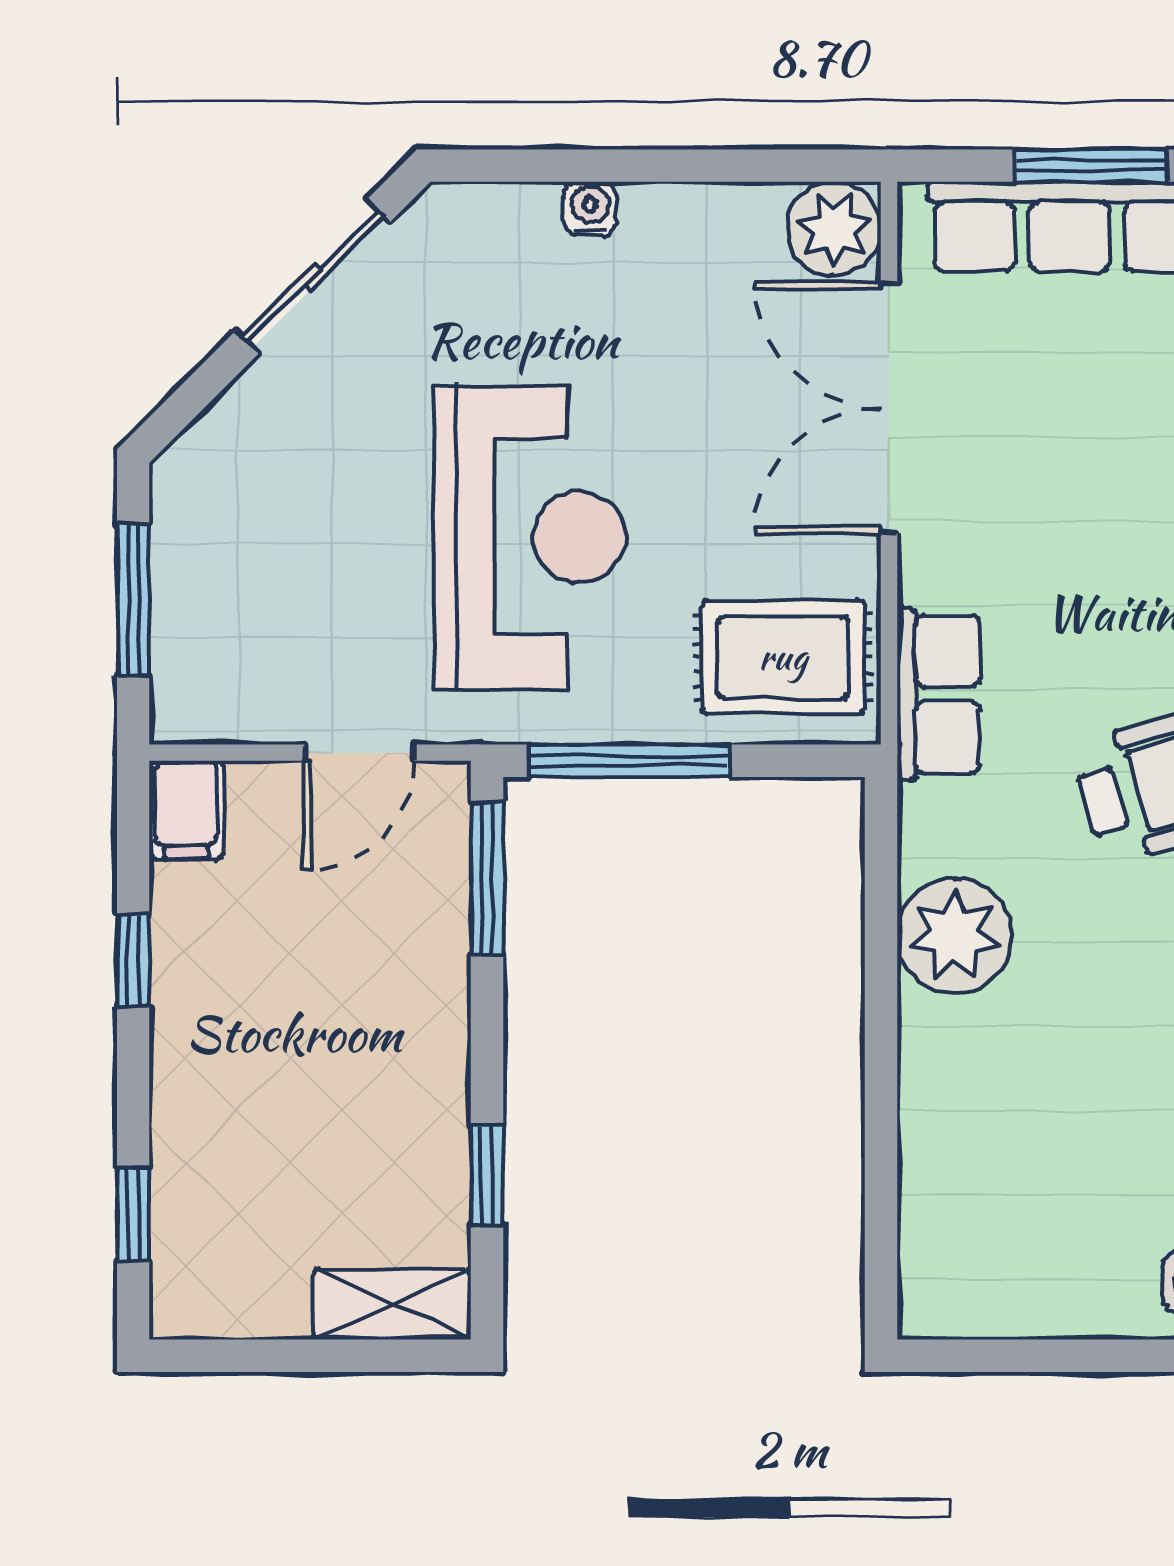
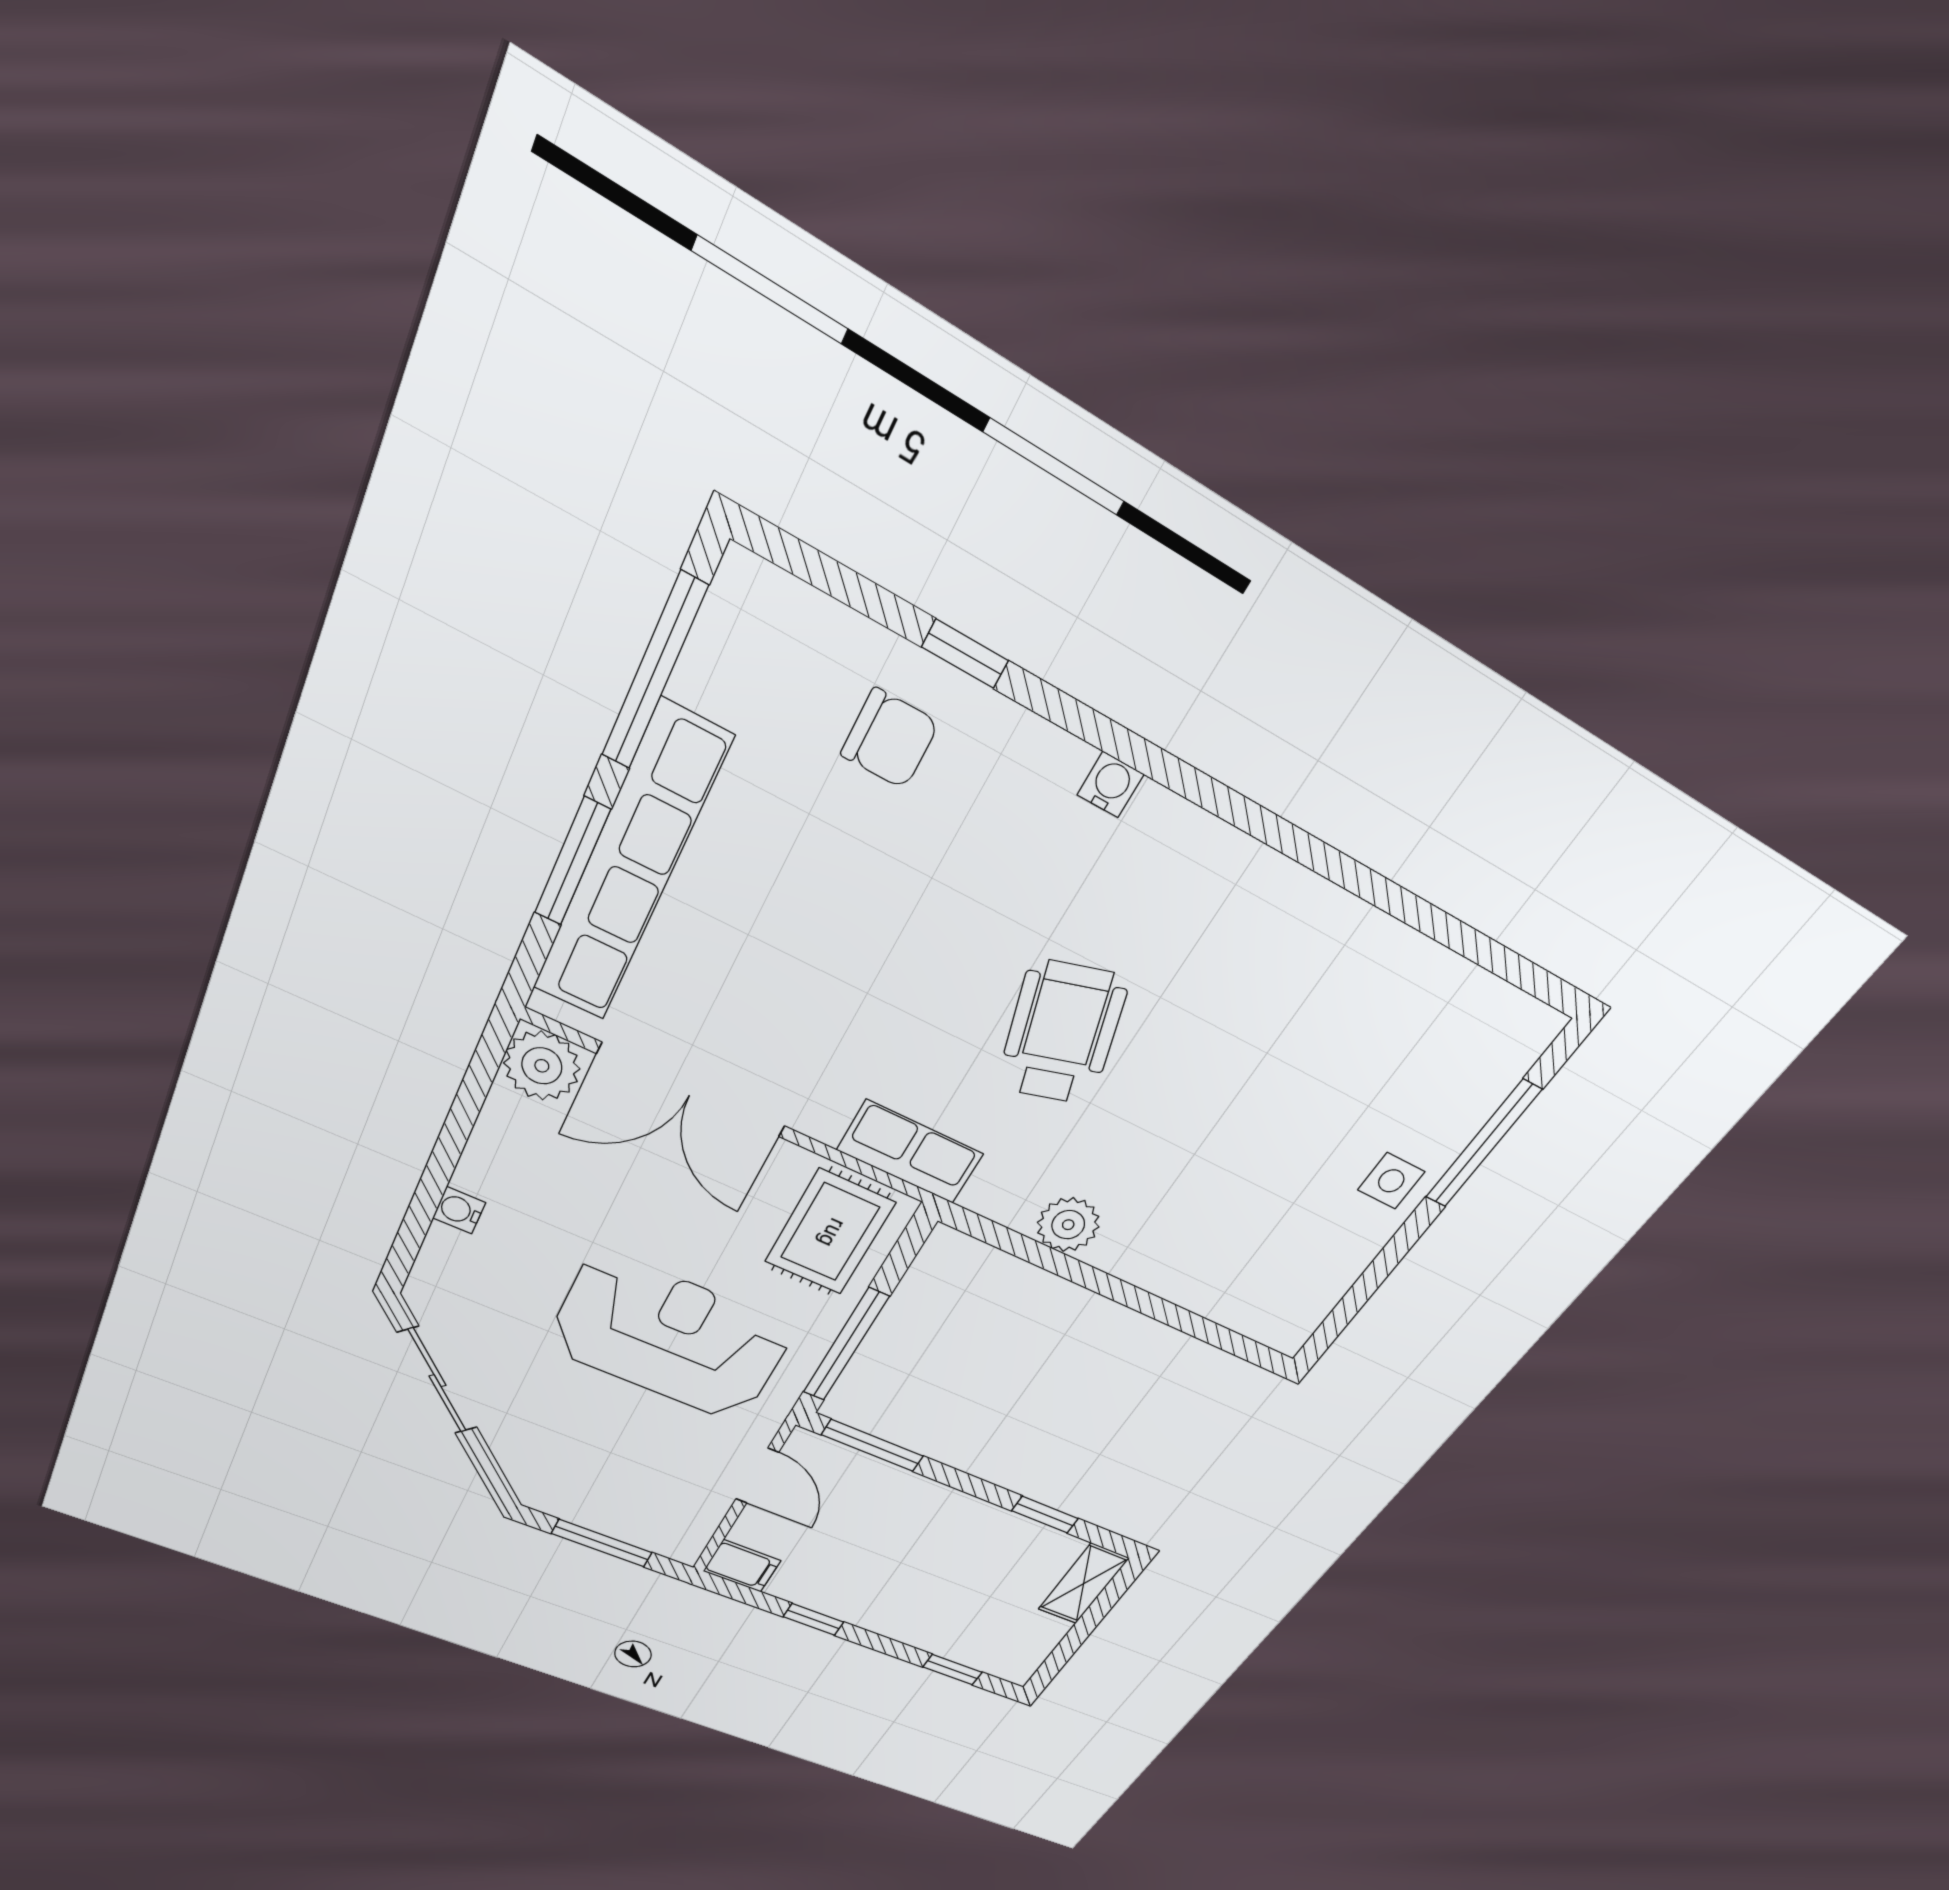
plant: (955, 936) -> (1068, 1225), width x0.73, depth x0.73

